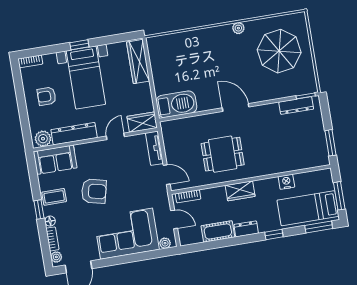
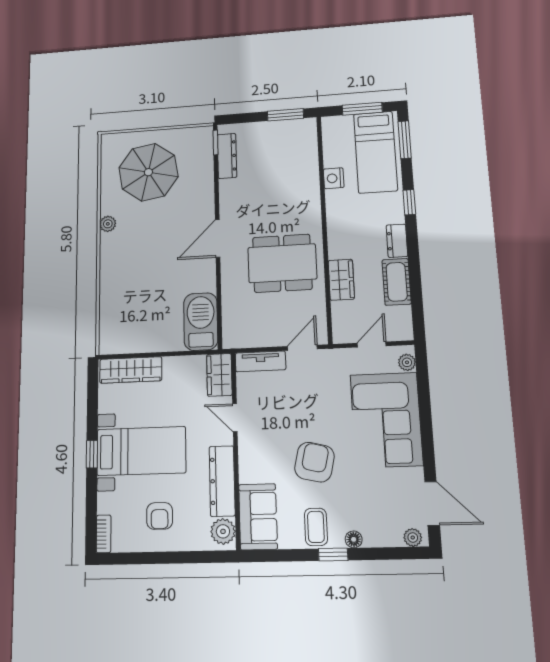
dining table: (223, 154) -> (282, 263), width x1.38
wardrobe: (240, 191) -> (341, 280), moved
bookcase: (188, 196) -> (339, 320), removed
bookcase: (52, 239) -> (383, 540), removed

